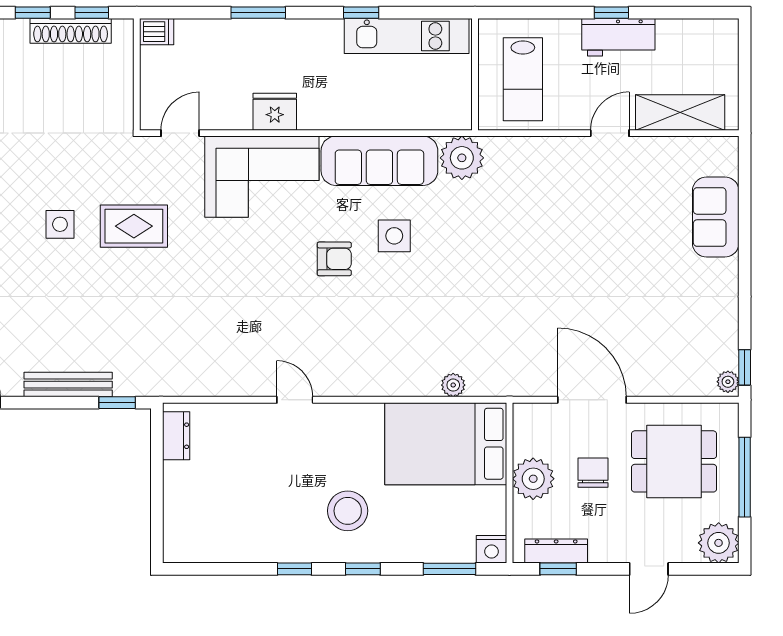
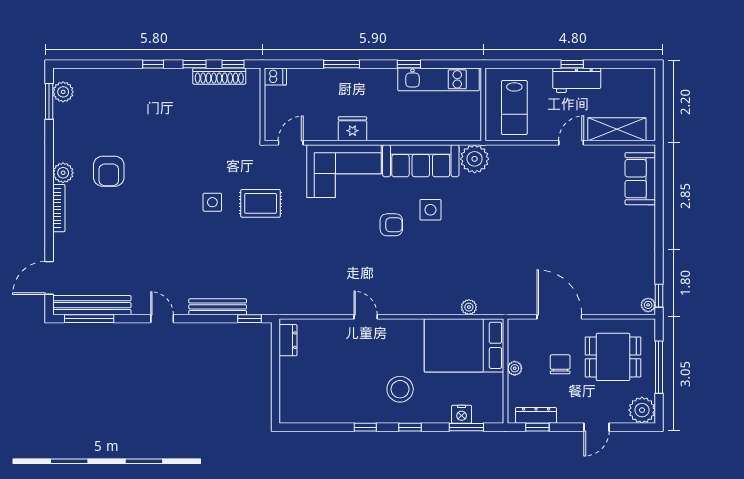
sofa: (716, 217) -> (640, 179), moved
plant: (533, 479) -> (515, 368), width x0.53, depth x0.53
nightstand: (491, 549) -> (462, 414), moved

